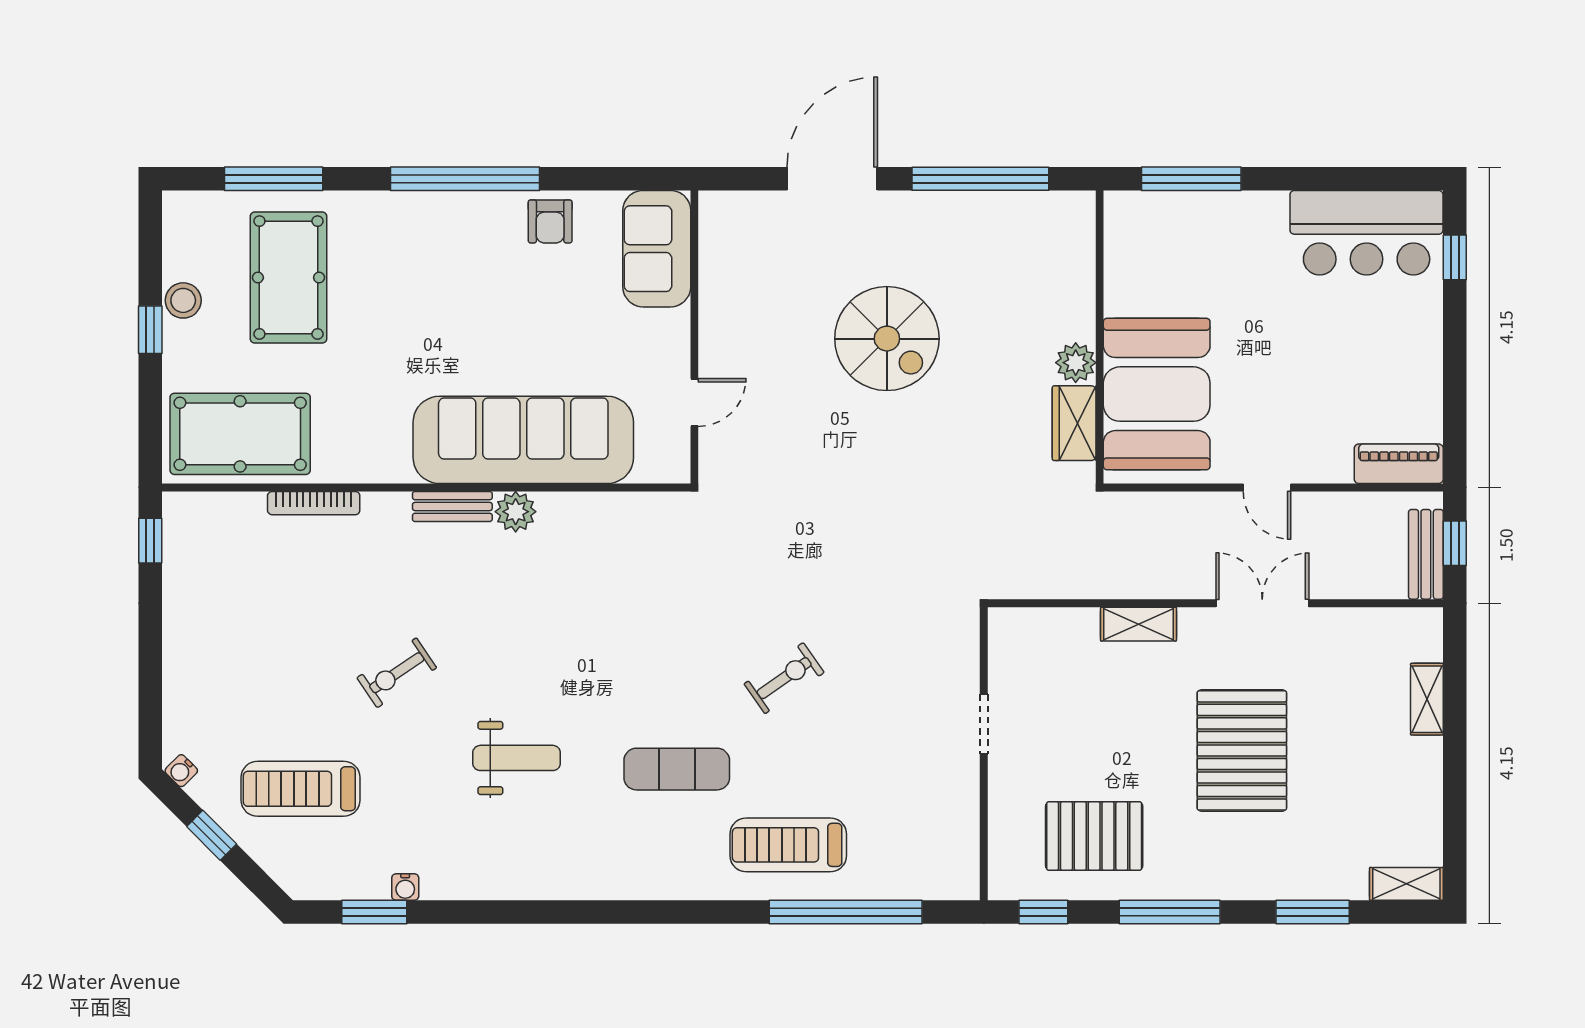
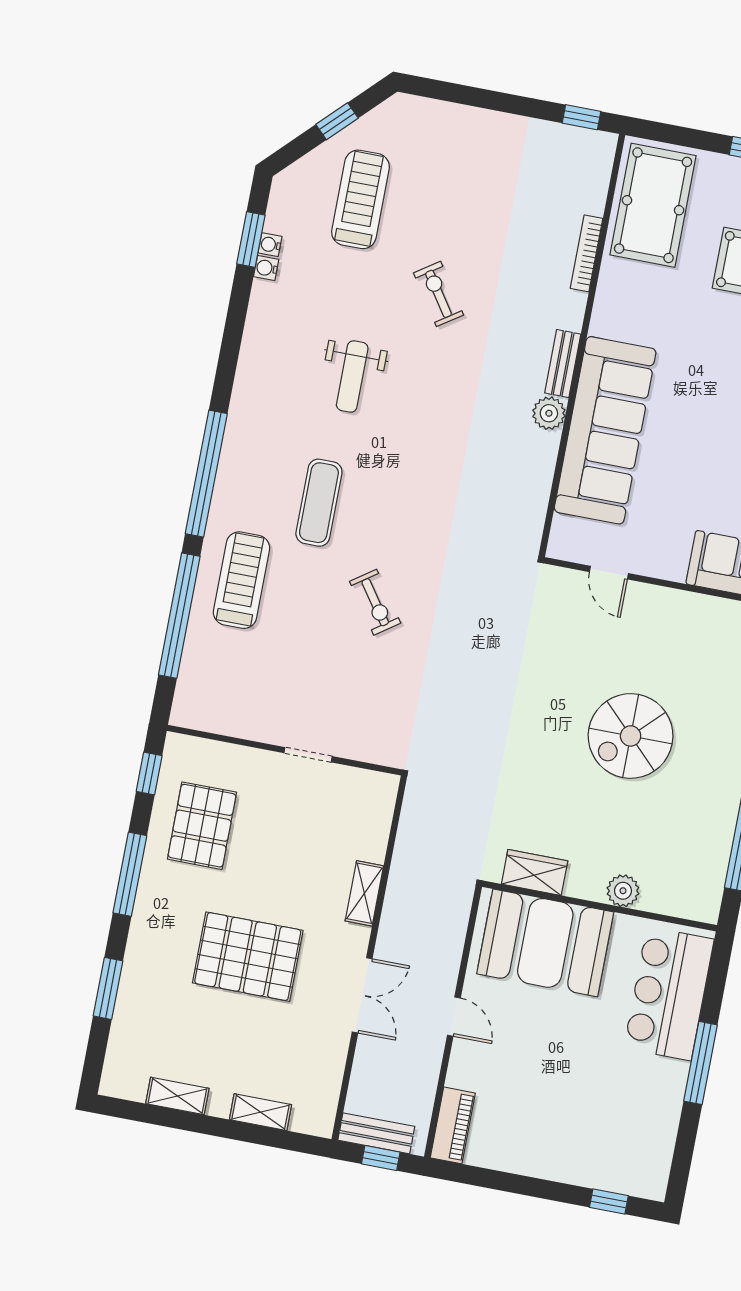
window: (1191, 179) -> (700, 1063), moved
bar counter: (1367, 233) -> (669, 994), moved
plant: (1076, 363) -> (623, 891), moved
door: (1267, 487) -> (454, 1017), swing flipped
water cooler: (181, 771) -> (270, 245), moved, turned -45
shelving: (1406, 884) -> (177, 1096), moved, turned 90
window: (668, 912) -> (206, 474), added

